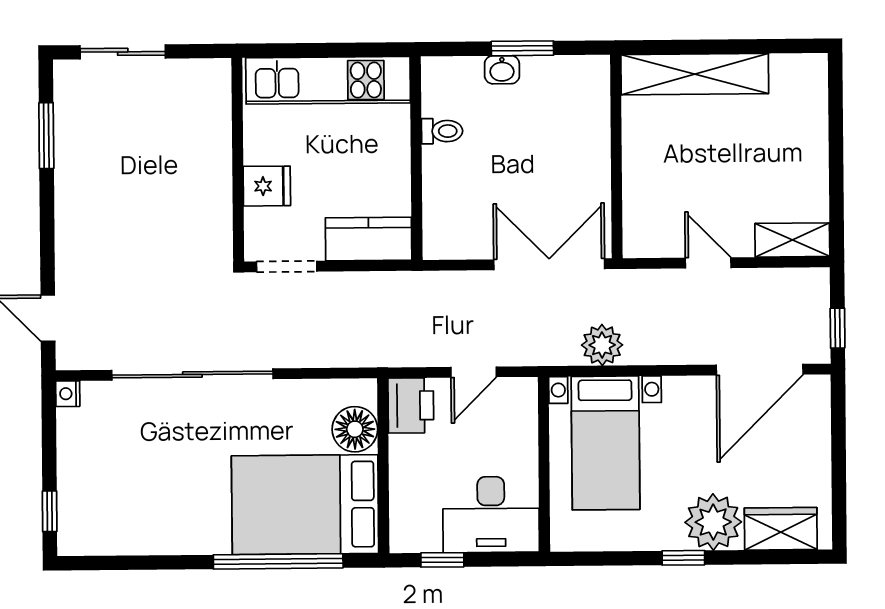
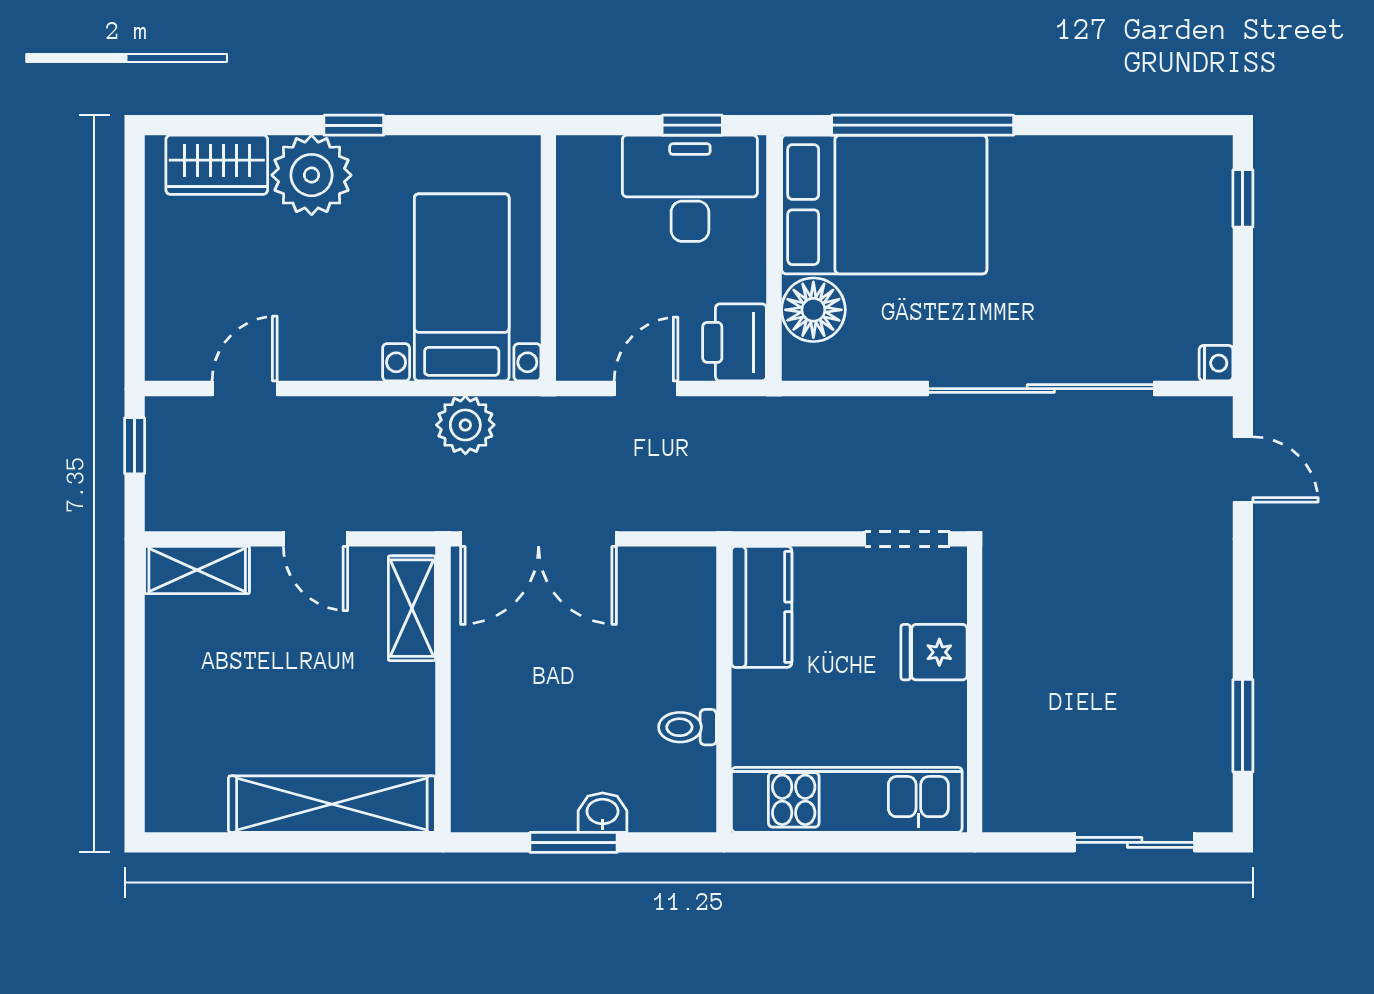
shelving: (639, 214) -> (412, 608), added
kitchen counter: (369, 239) -> (762, 607), moved, turned -90
door: (760, 370) -> (245, 389), width x0.53
desk: (491, 515) -> (690, 188), moved

